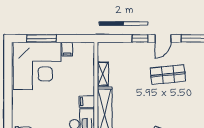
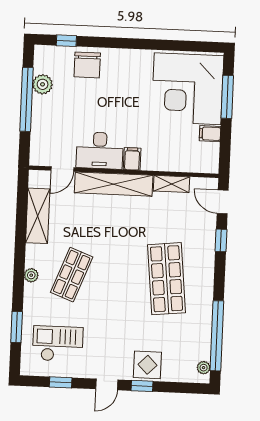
door: (163, 38) -> (223, 202), moved
shop shelf: (168, 75) -> (167, 279), width x1.43, depth x1.36

